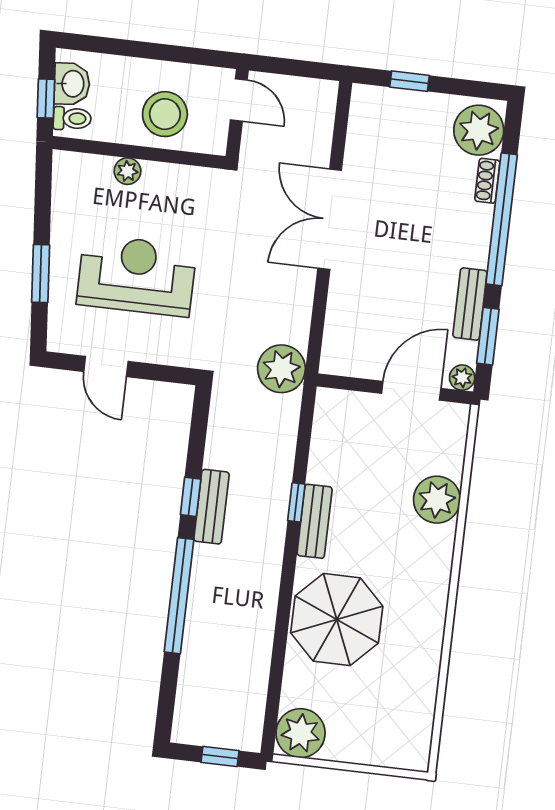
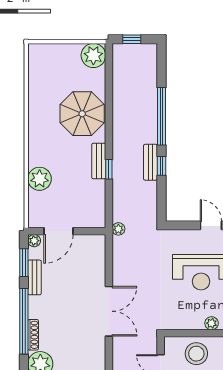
shoe rack: (487, 181) -> (33, 335), width x1.43
plant: (281, 369) -> (118, 229), width x0.53, depth x0.53

